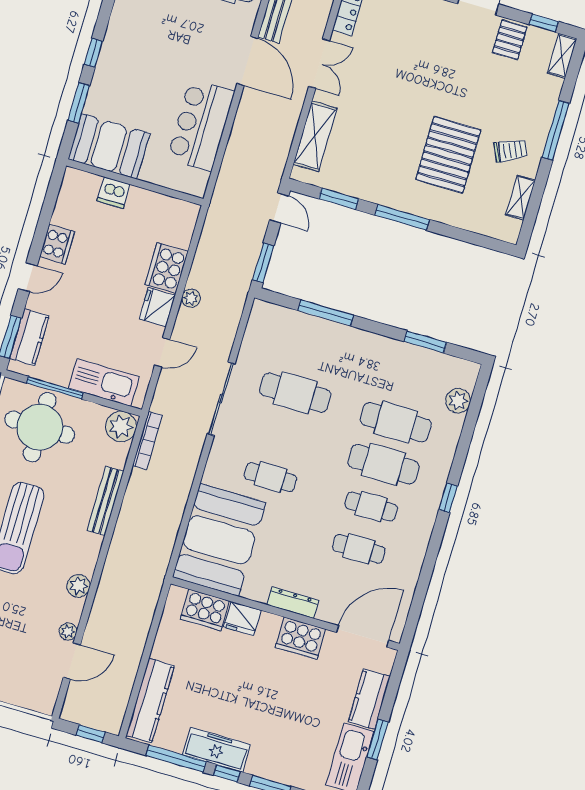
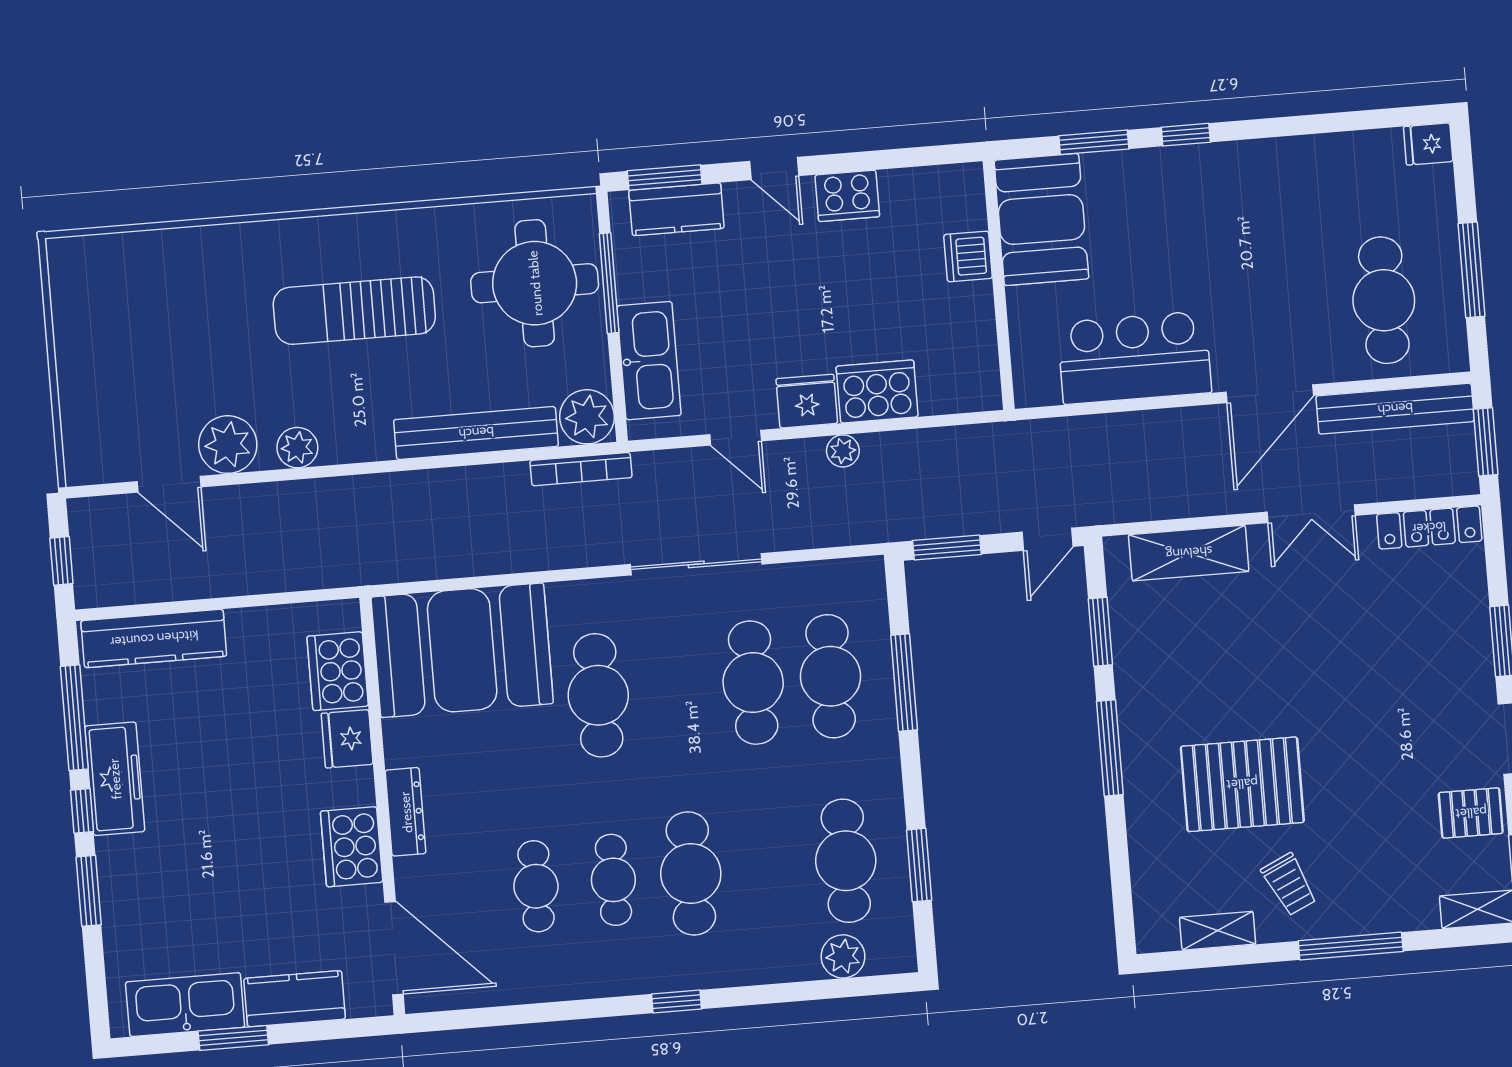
cafe table: (308, 350) -> (831, 676), added
cafe table: (396, 422) -> (846, 861), moved
cafe table: (270, 477) -> (598, 695), width x1.37, depth x1.35
bench: (106, 501) -> (476, 433), width x1.37, depth x1.21
plant: (68, 632) -> (228, 445), width x1.87, depth x1.87

